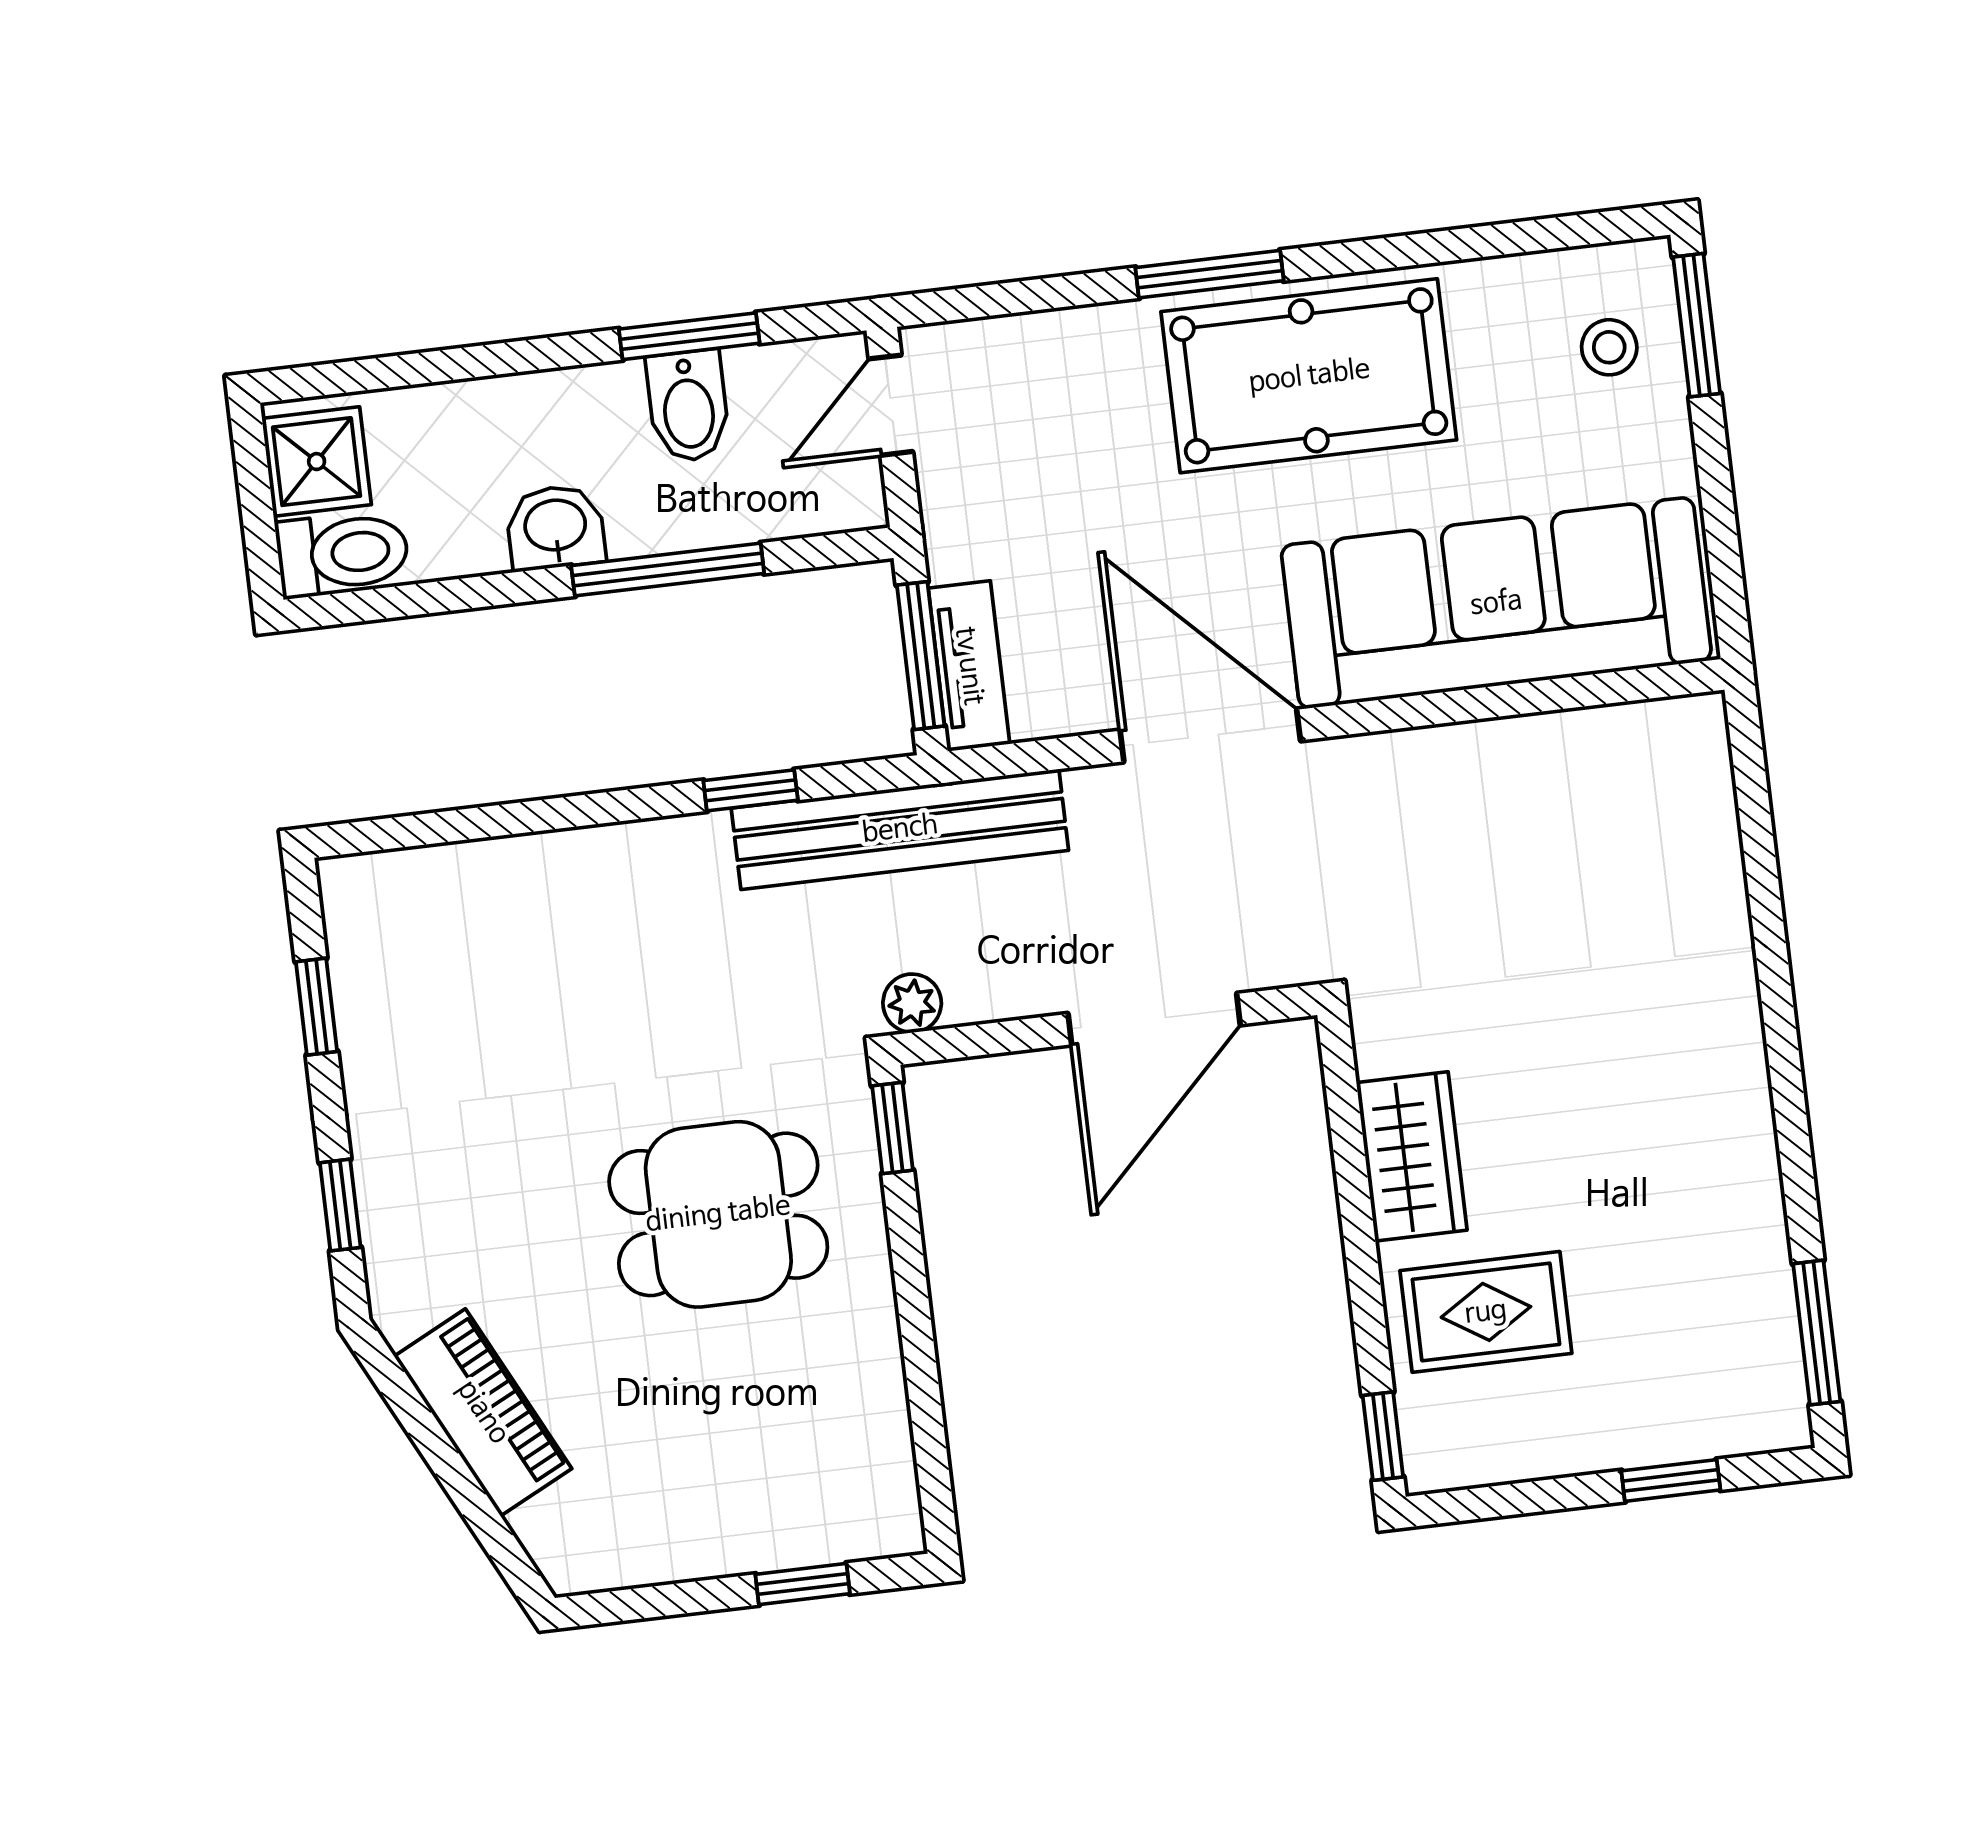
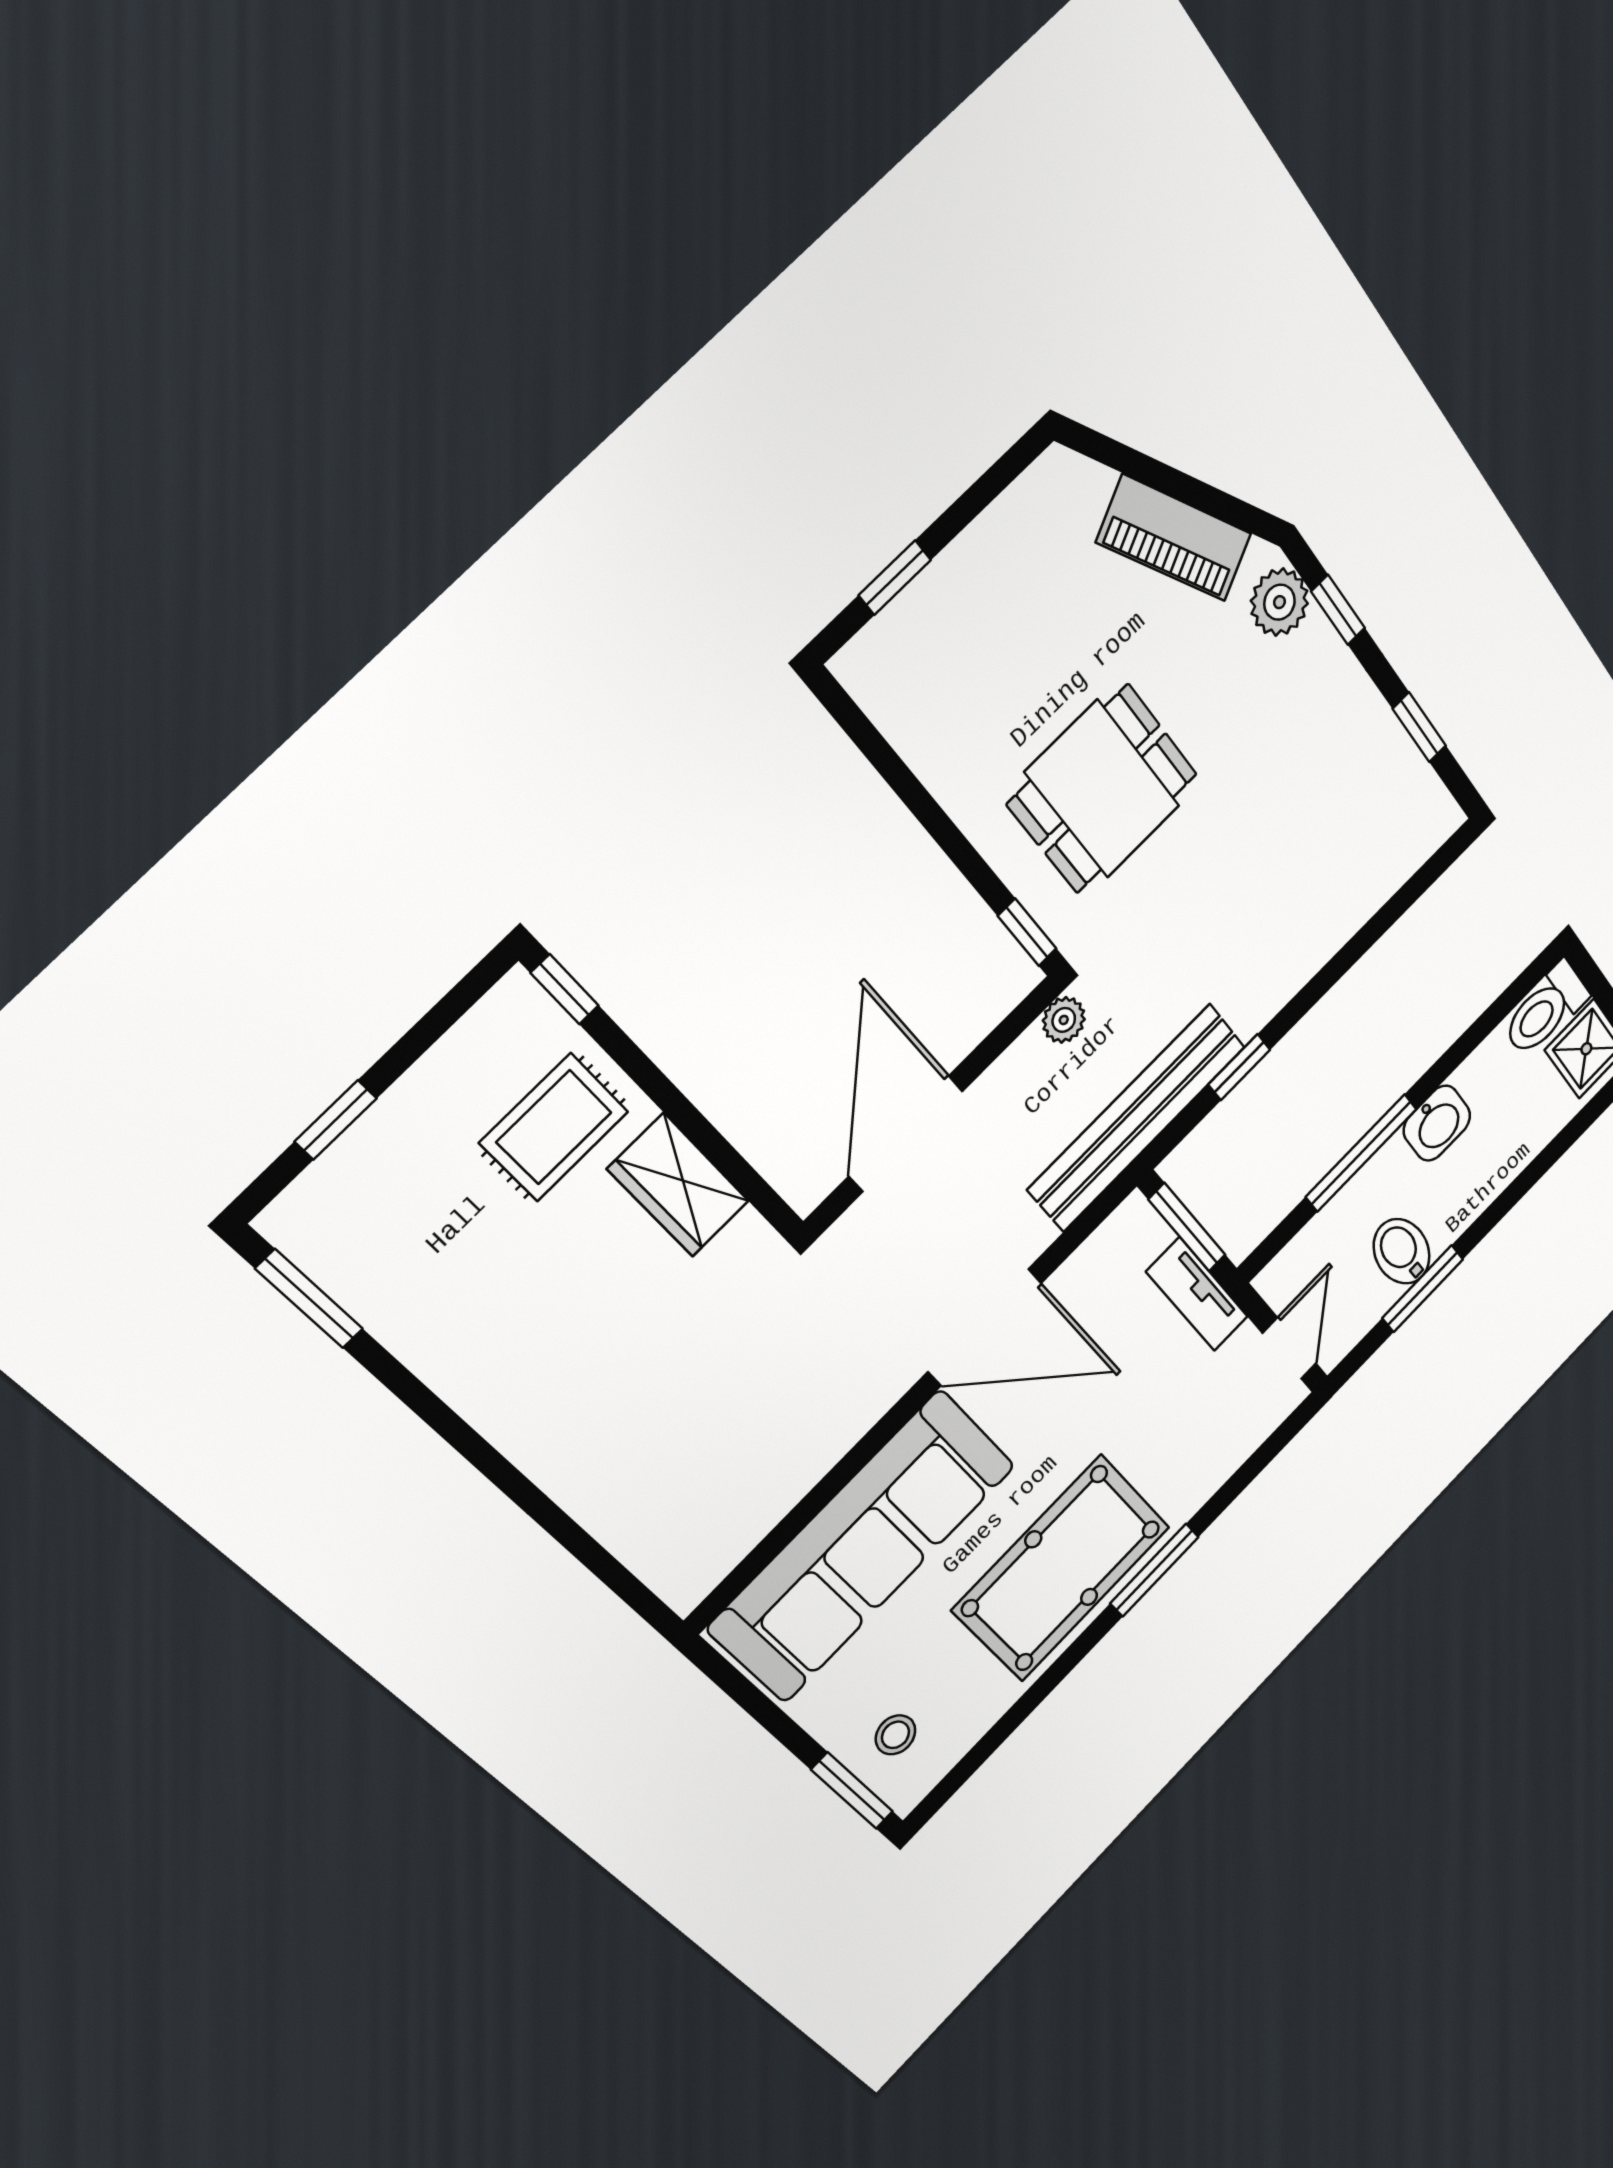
tv unit: (969, 666) -> (1197, 1294), moved
plant: (403, 1262) -> (1279, 602), added

